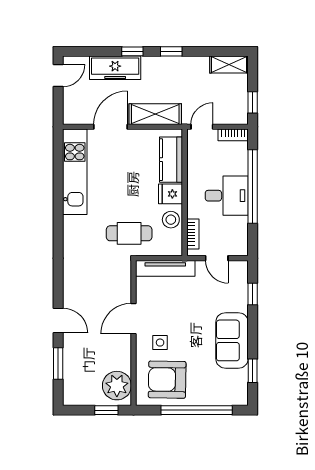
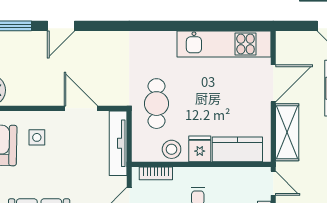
door: (111, 127) -> (273, 83), hinge flipped
door: (133, 319) -> (81, 108), moved

